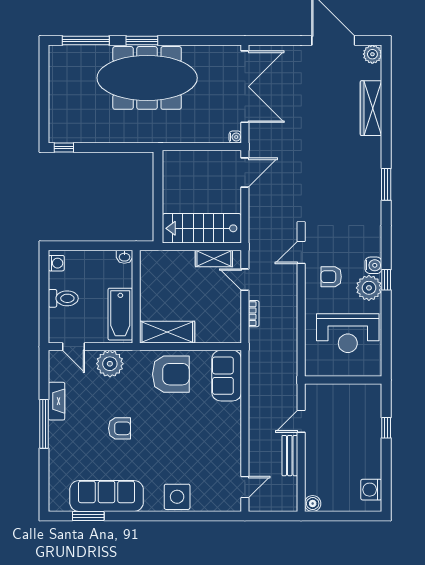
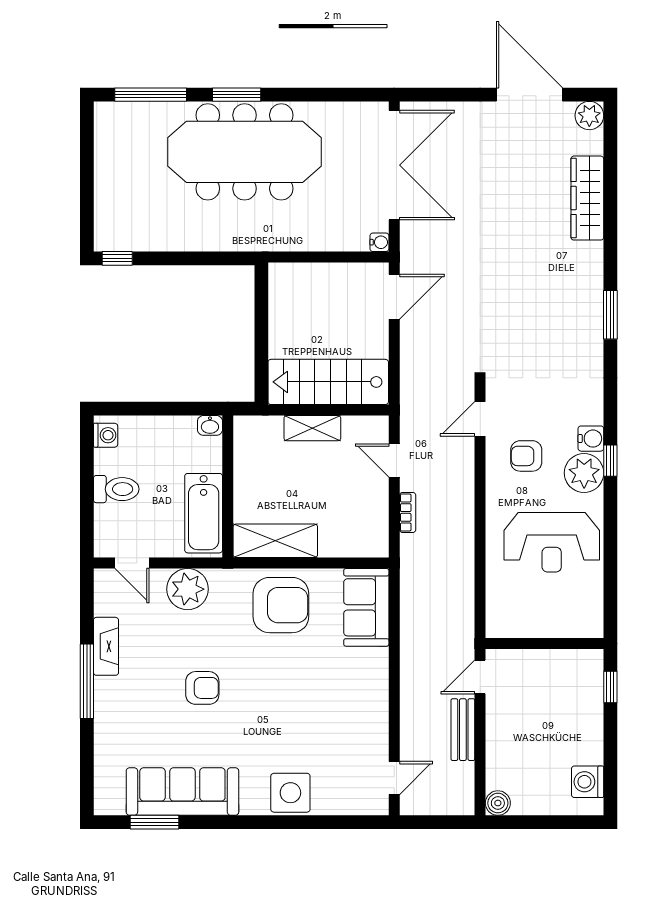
shelving: (214, 259) -> (312, 428), moved
wall: (343, 380) -> (545, 644), moved

